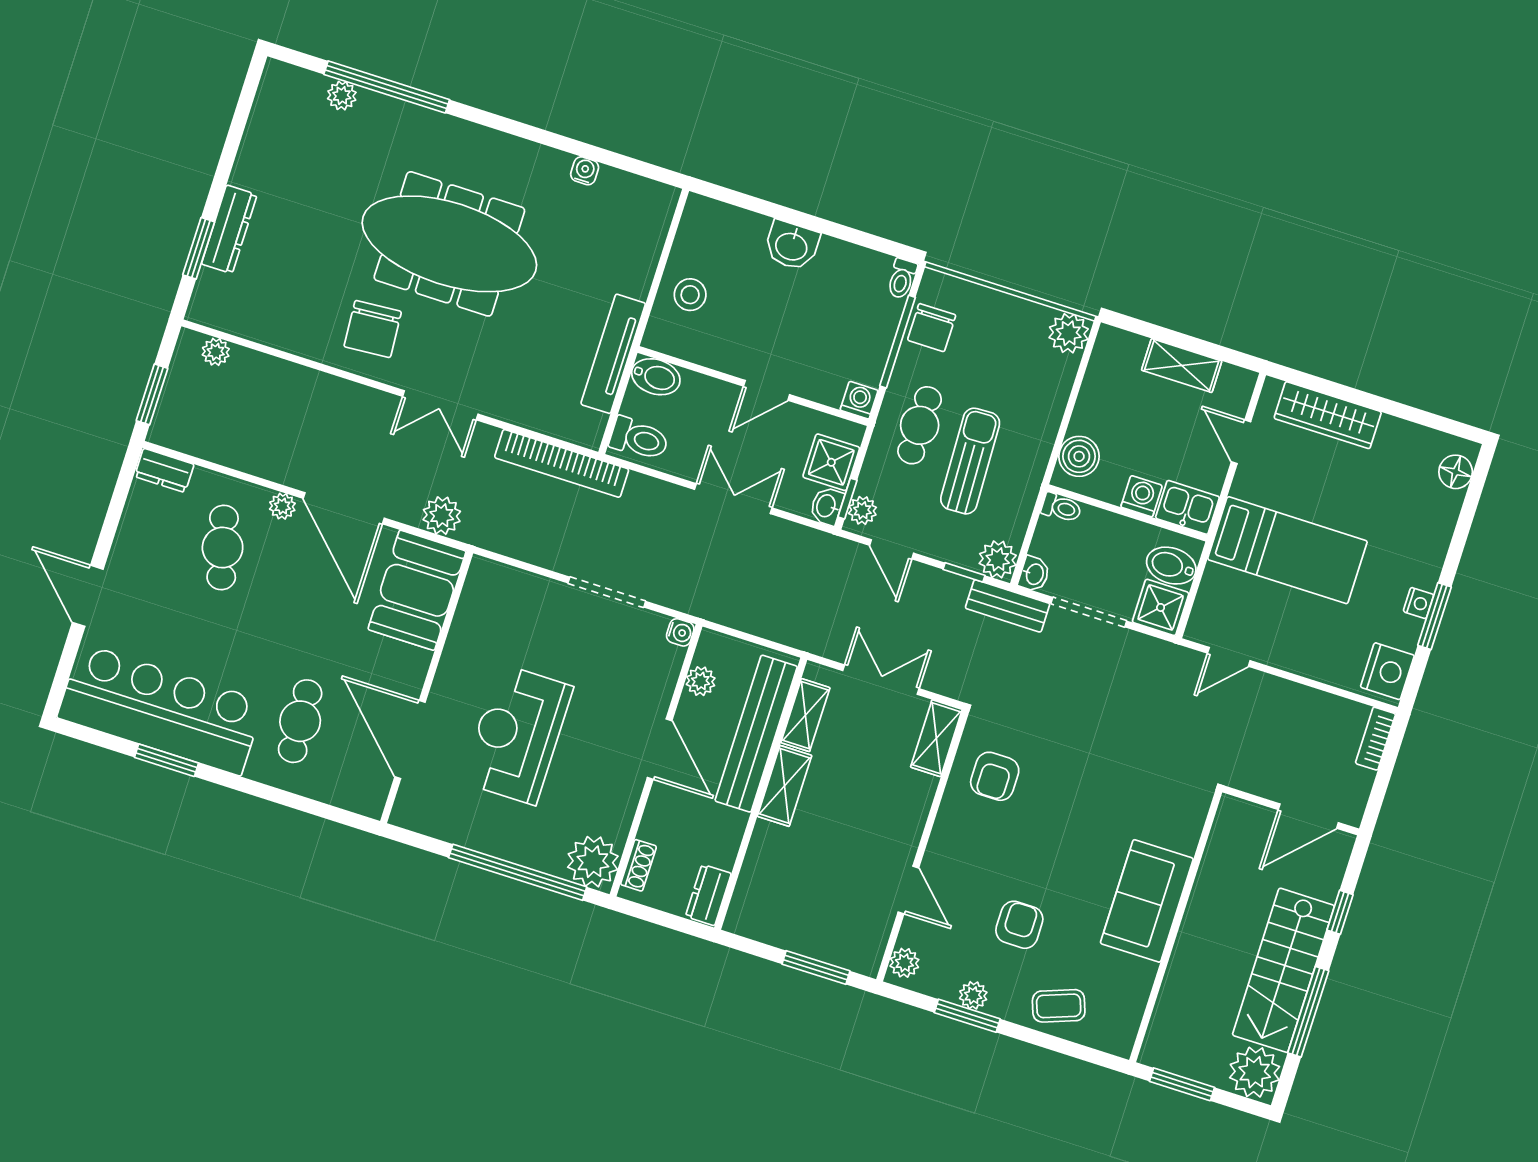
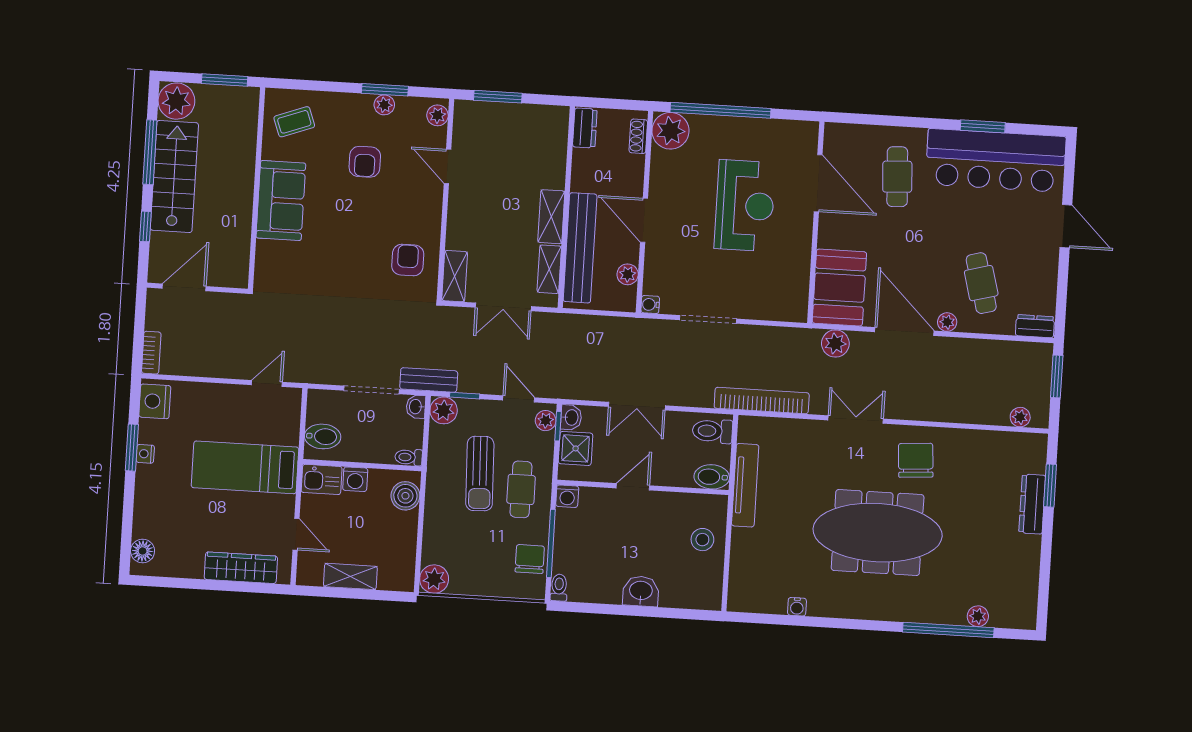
shower: (1161, 607) -> (323, 406), removed
coffee table: (1059, 1006) -> (294, 122), moved

